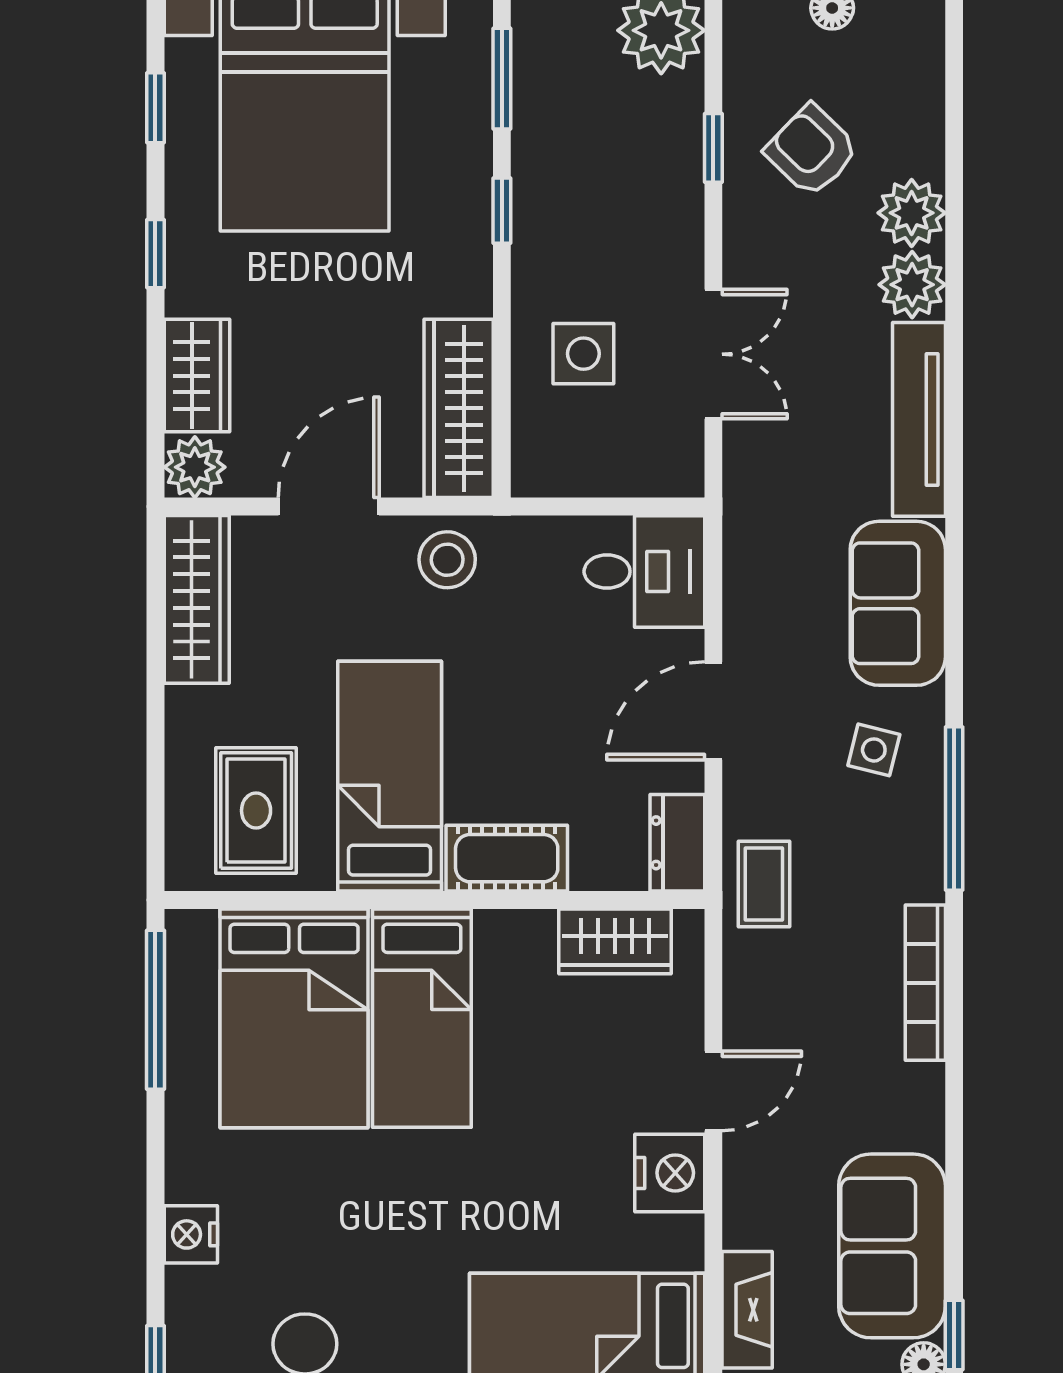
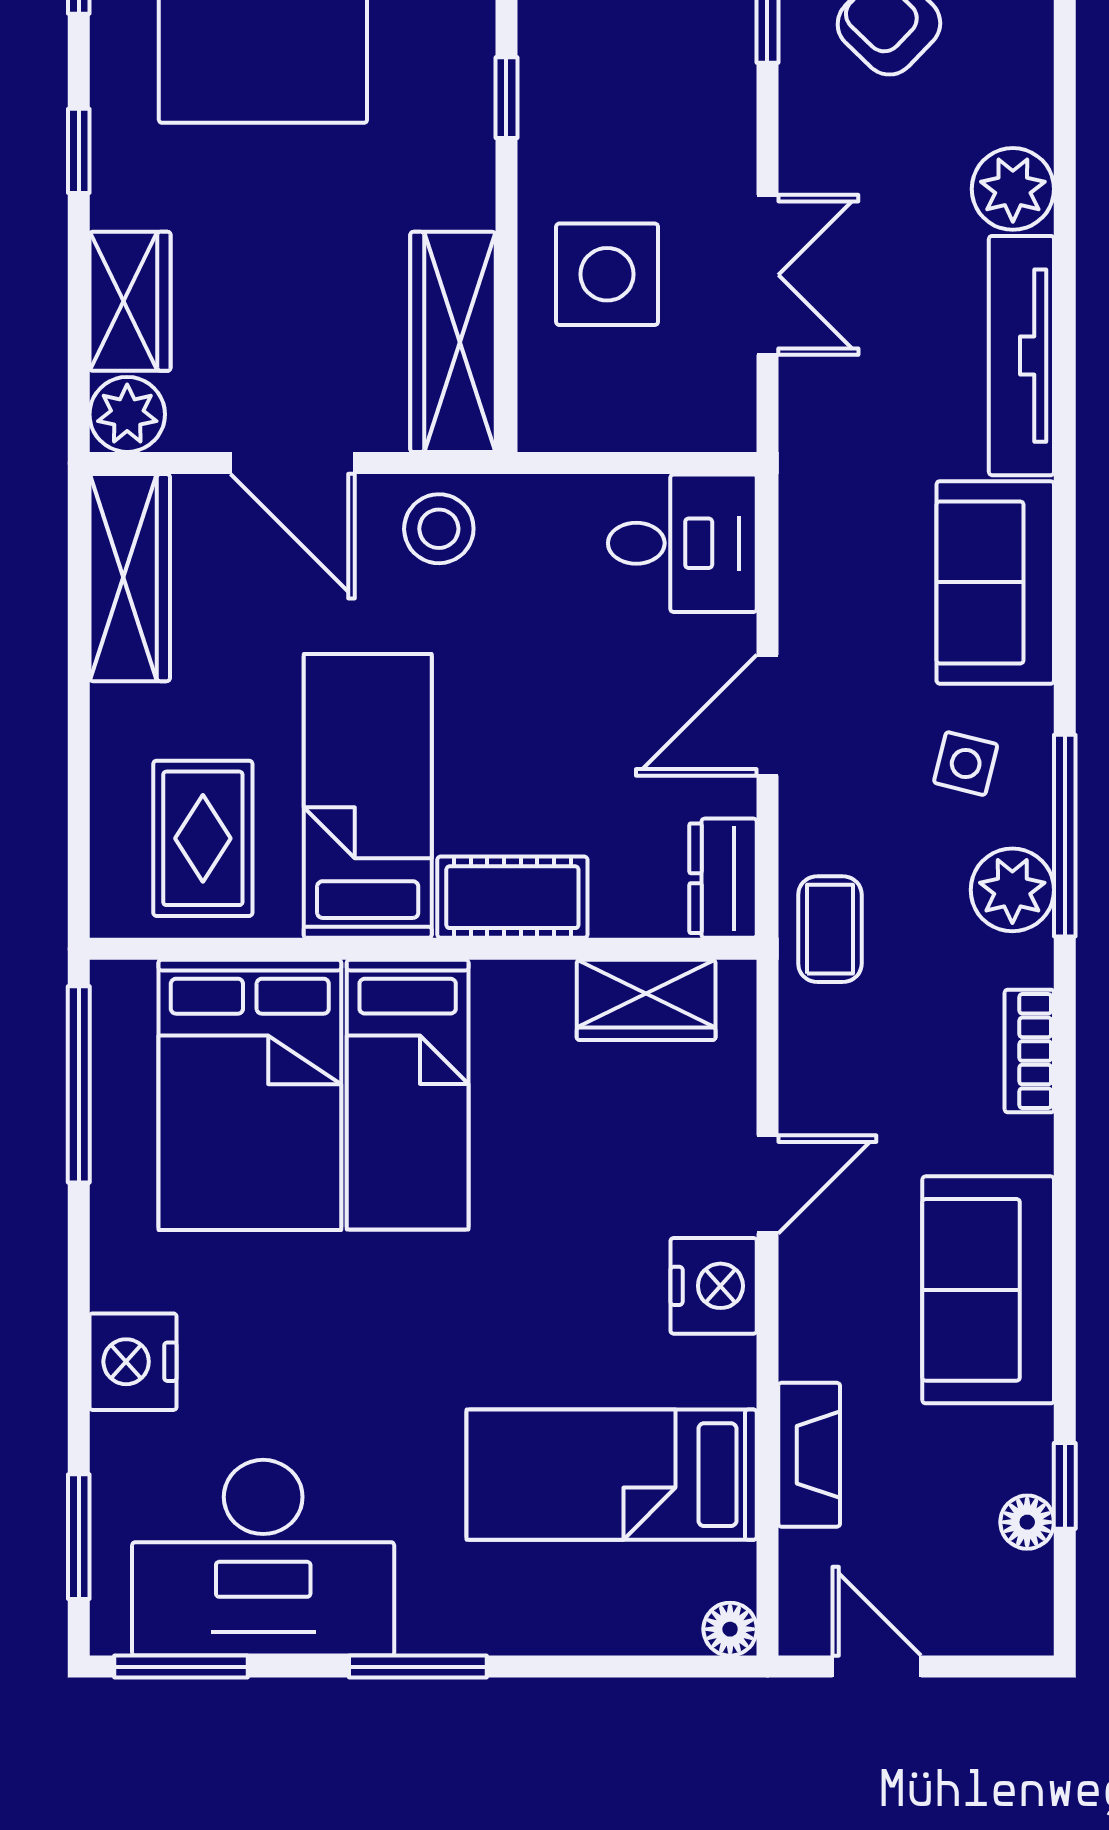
plant: (912, 213) -> (1012, 890), moved
side table: (583, 354) -> (607, 274), width x1.37, depth x1.37
door: (329, 507) -> (293, 463), swing flipped
bookcase: (925, 983) -> (1029, 1051), width x0.64
nightstand: (191, 1234) -> (133, 1362), width x1.36, depth x1.33
sofa: (892, 1246) -> (988, 1290), moved

